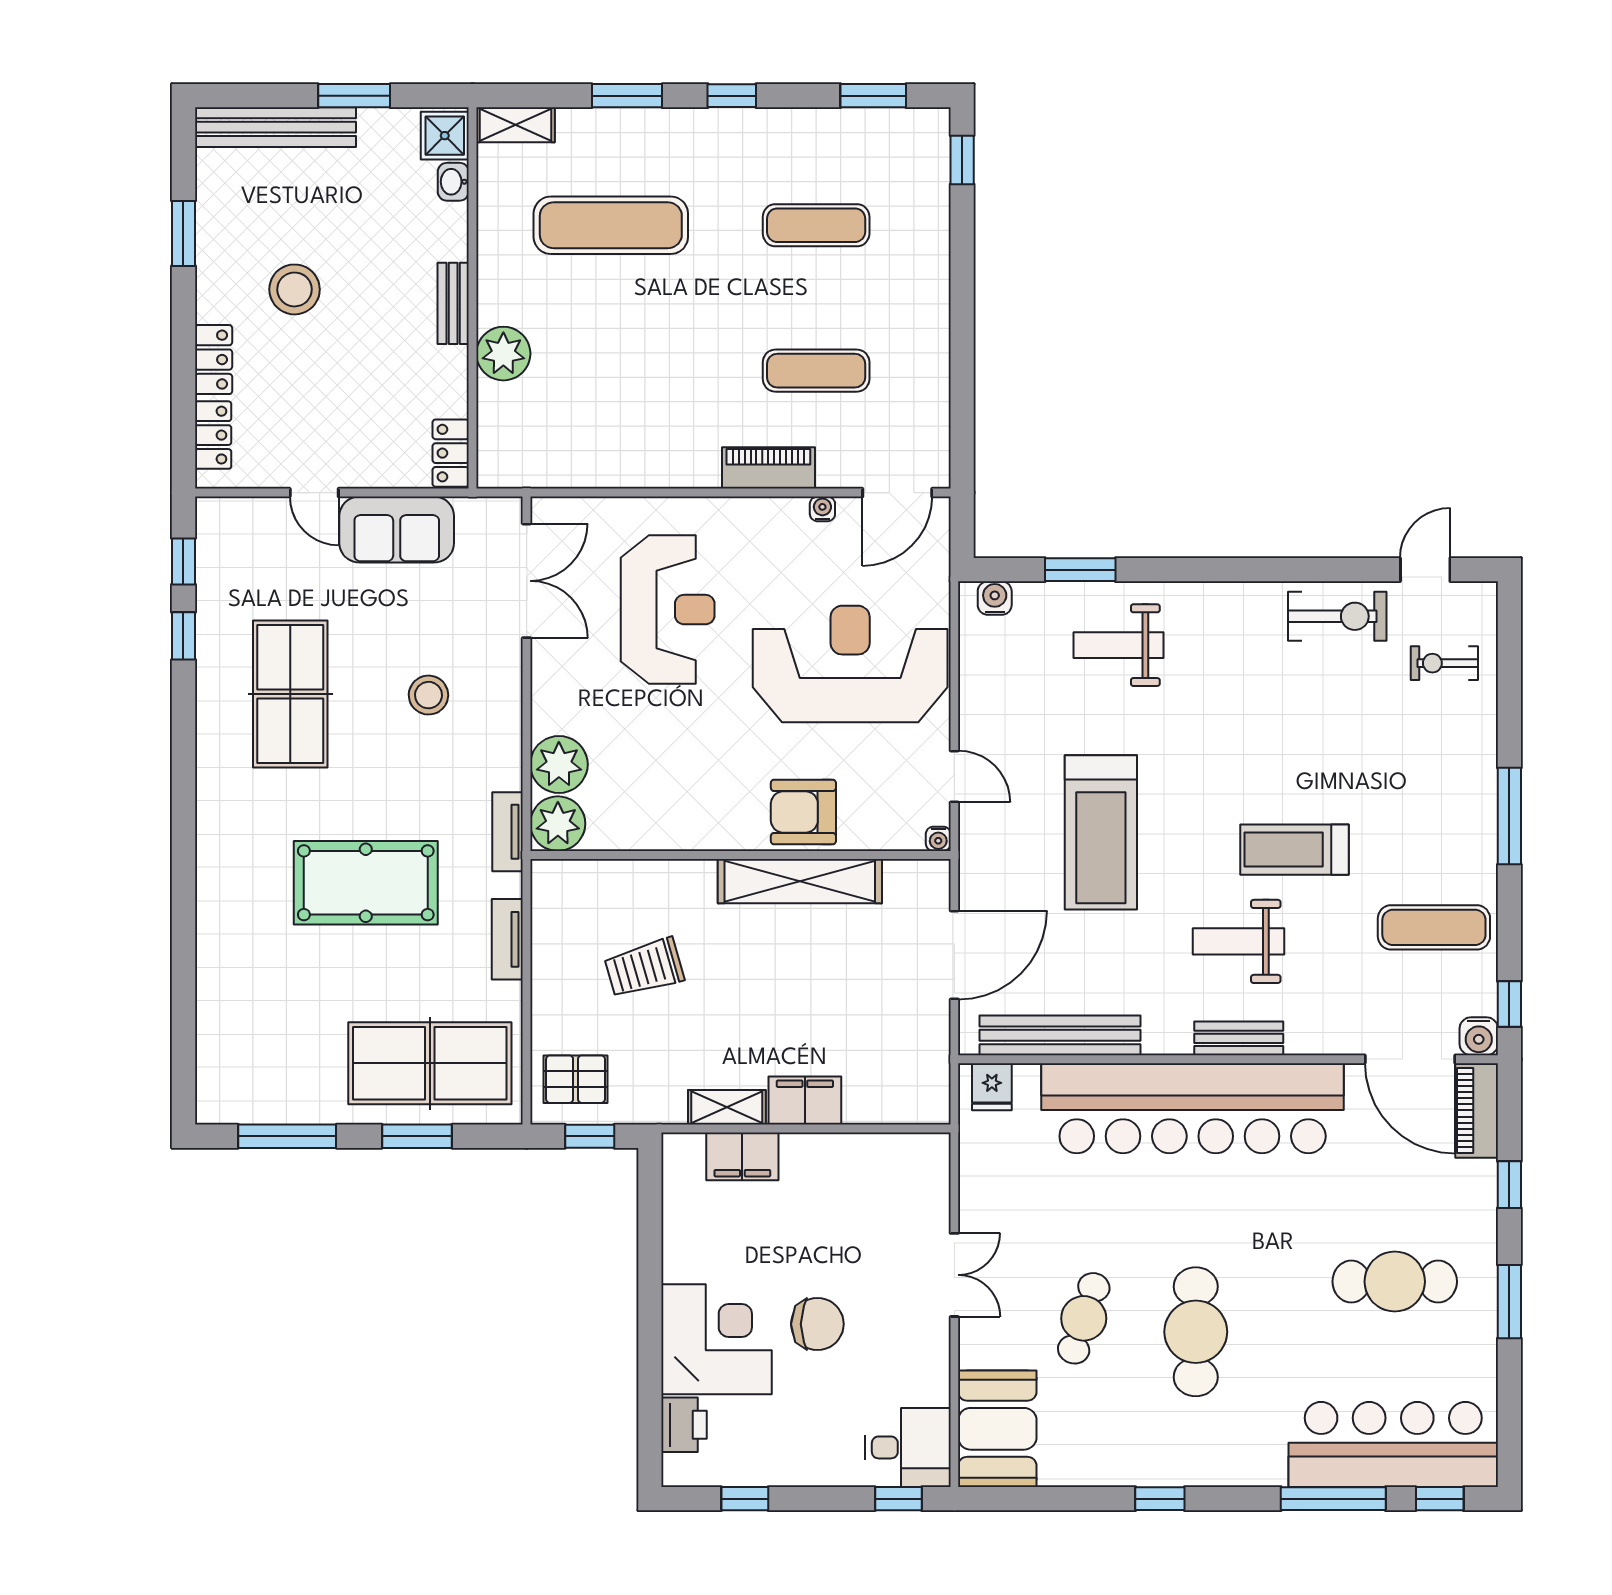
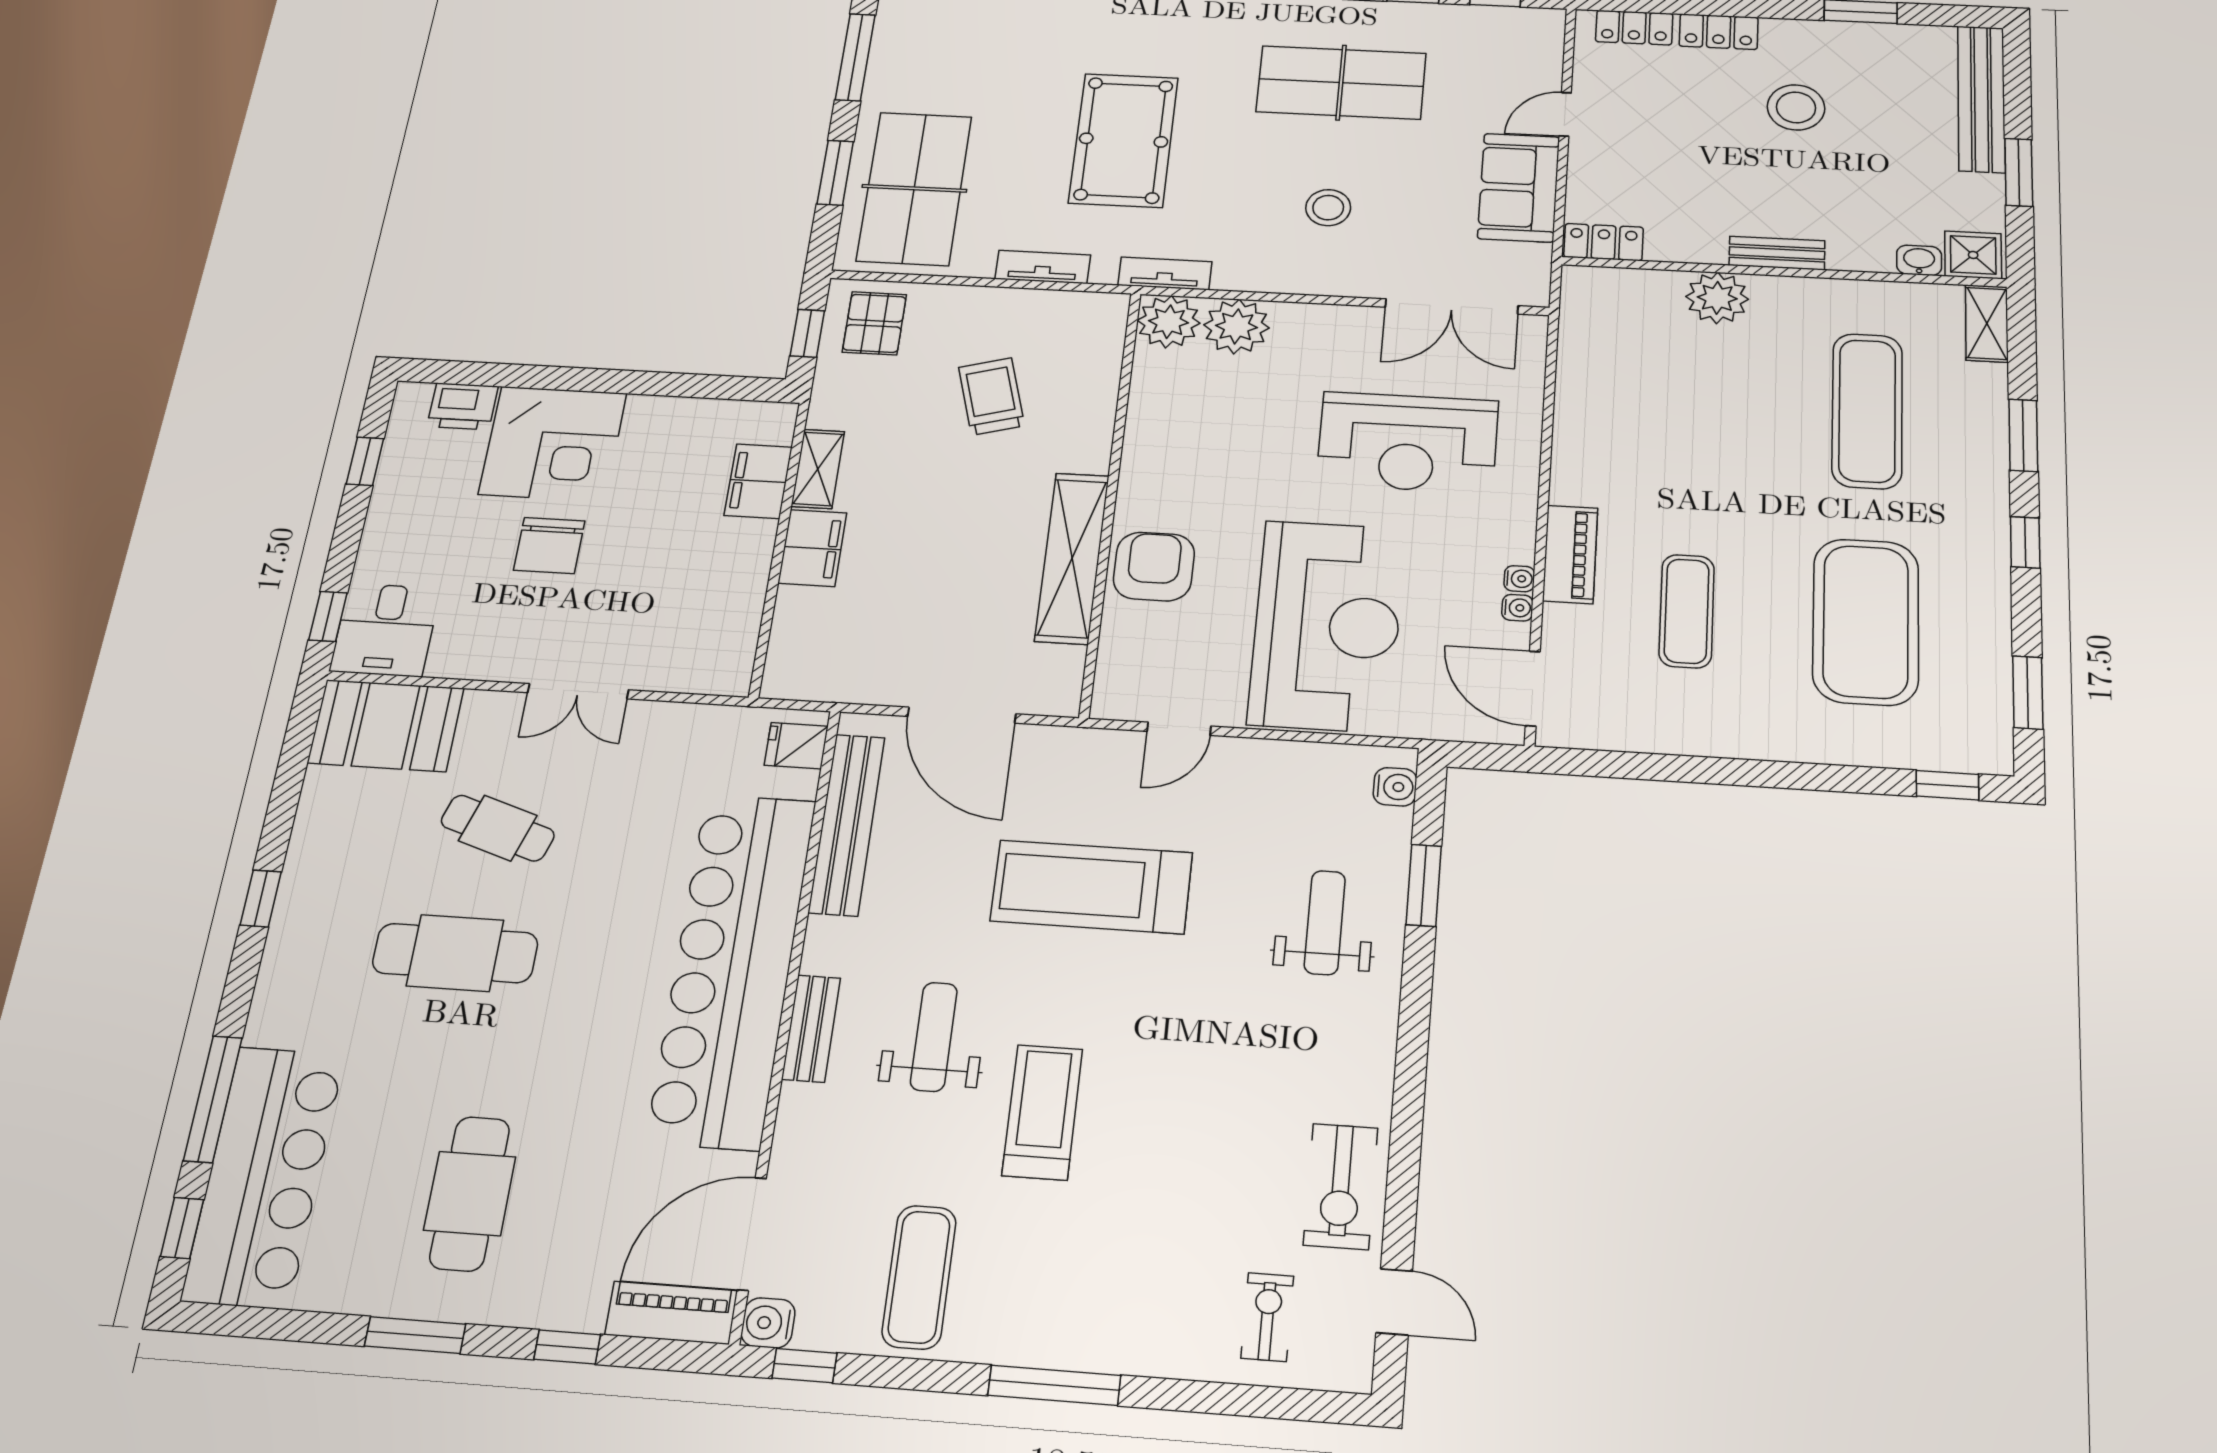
exercise mat: (816, 225) -> (1866, 622), width x2.00, depth x1.45
water cooler: (938, 839) -> (1519, 579), moved, turned 180

